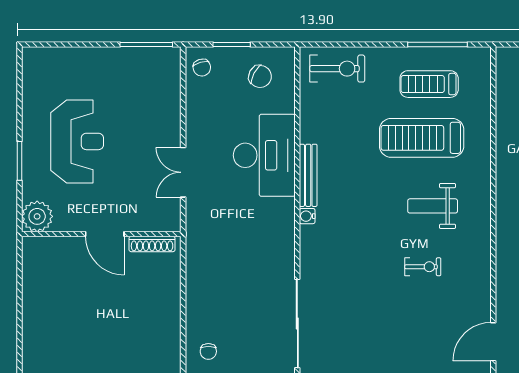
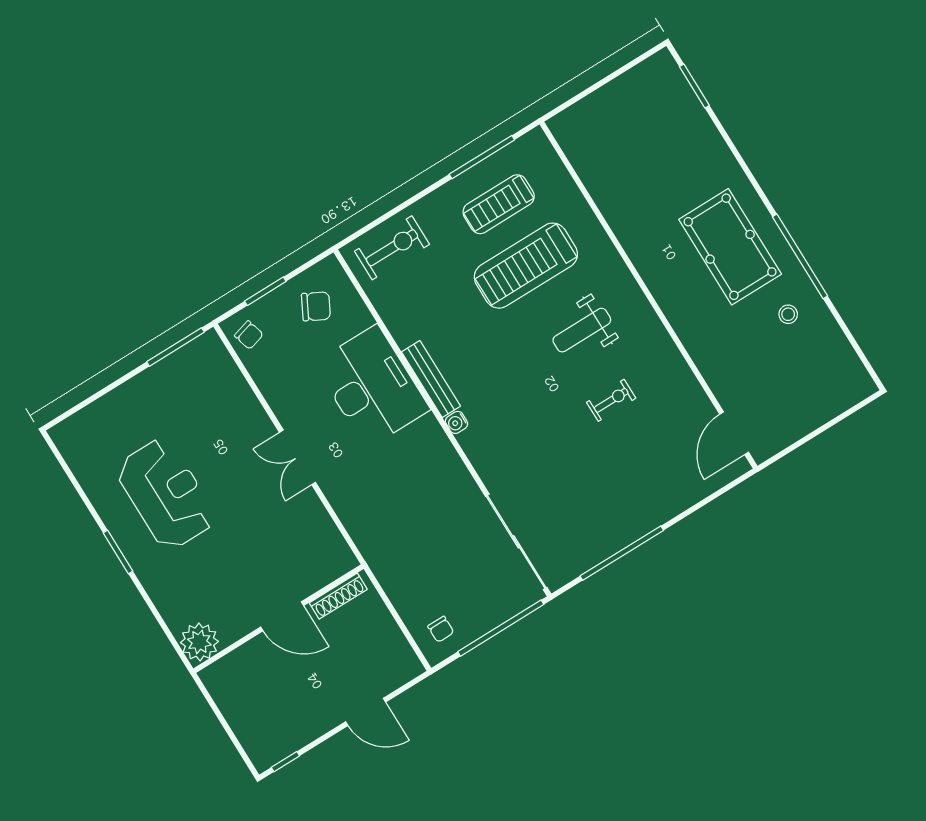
plant: (37, 216) -> (199, 642), moved
wall: (101, 234) -> (278, 619), moved
door: (105, 234) -> (282, 616), moved
shoe rack: (152, 244) -> (338, 596), moved

